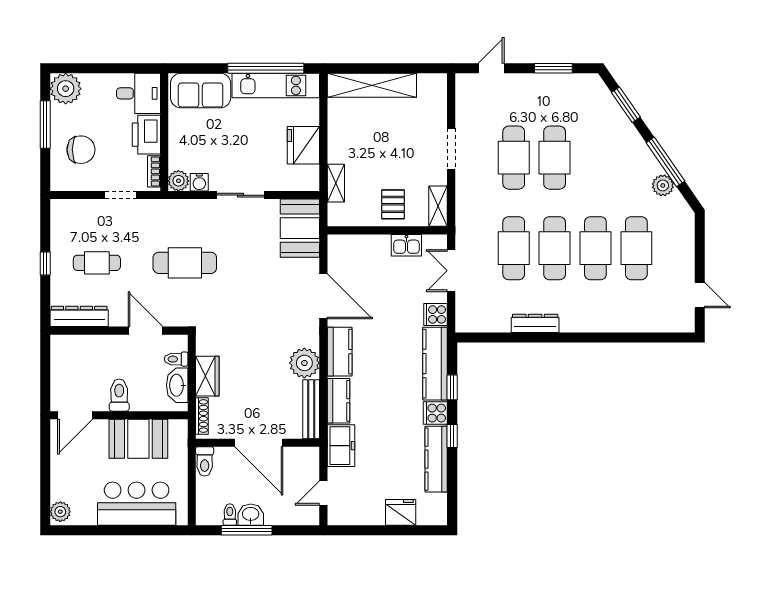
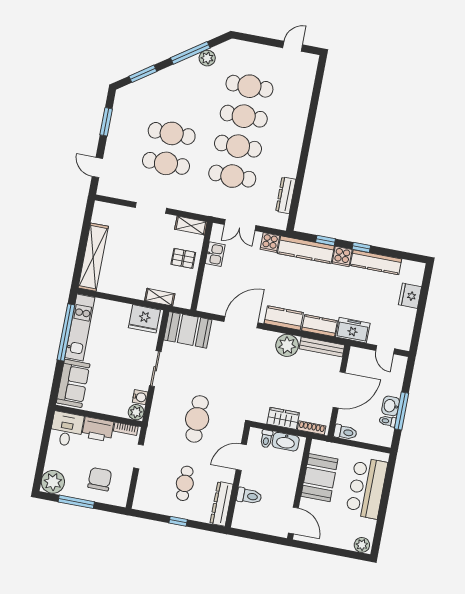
fridge: (303, 145) -> (144, 319), moved
dresser: (535, 323) -> (286, 195), moved
toilet: (119, 395) -> (249, 496), moved, turned 180

